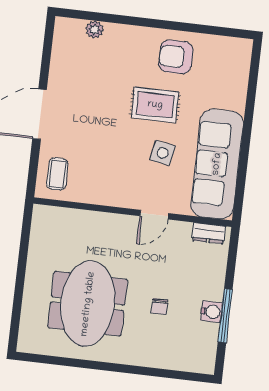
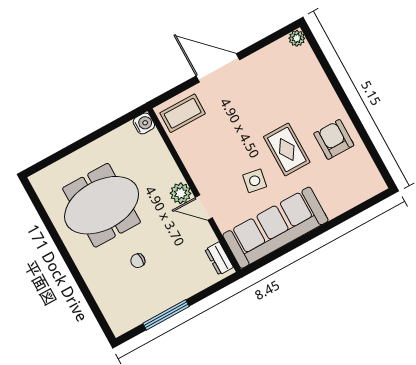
plant: (95, 29) -> (297, 38), moved
coffee table: (57, 174) -> (183, 113), width x1.36, depth x1.30
plant: (127, 226) -> (181, 193), added
water cooler: (211, 312) -> (144, 123), moved, turned -90

